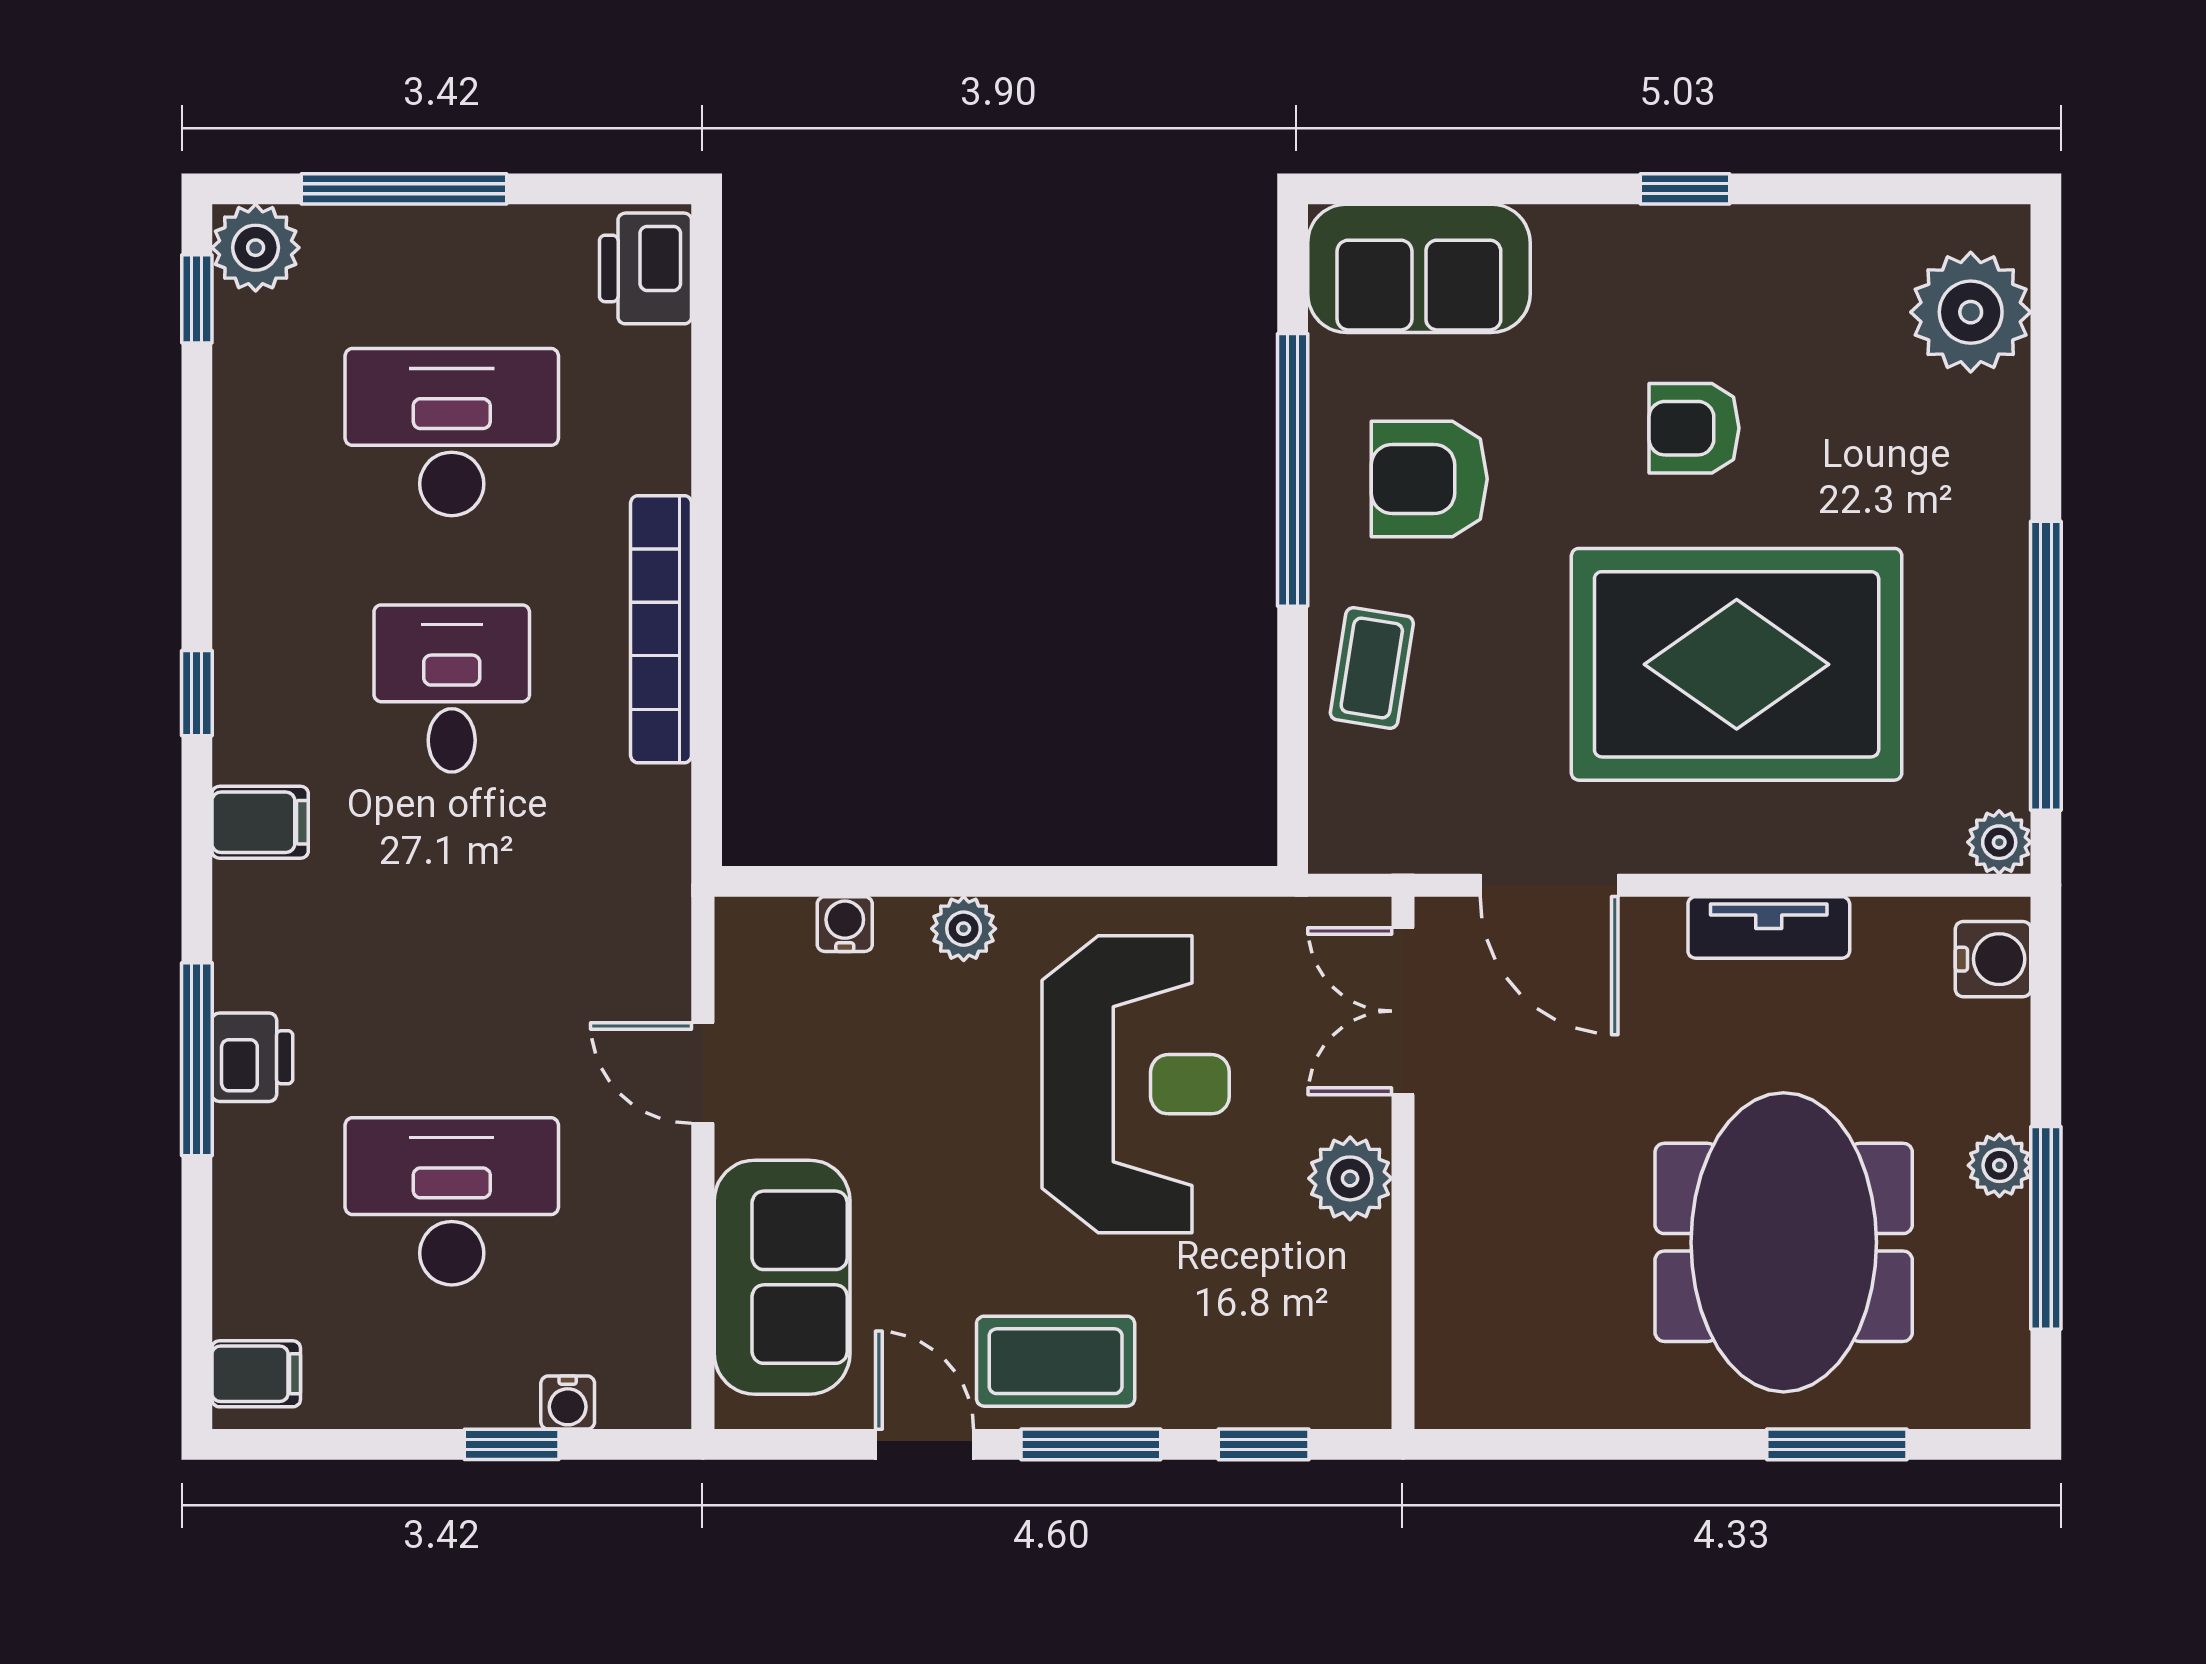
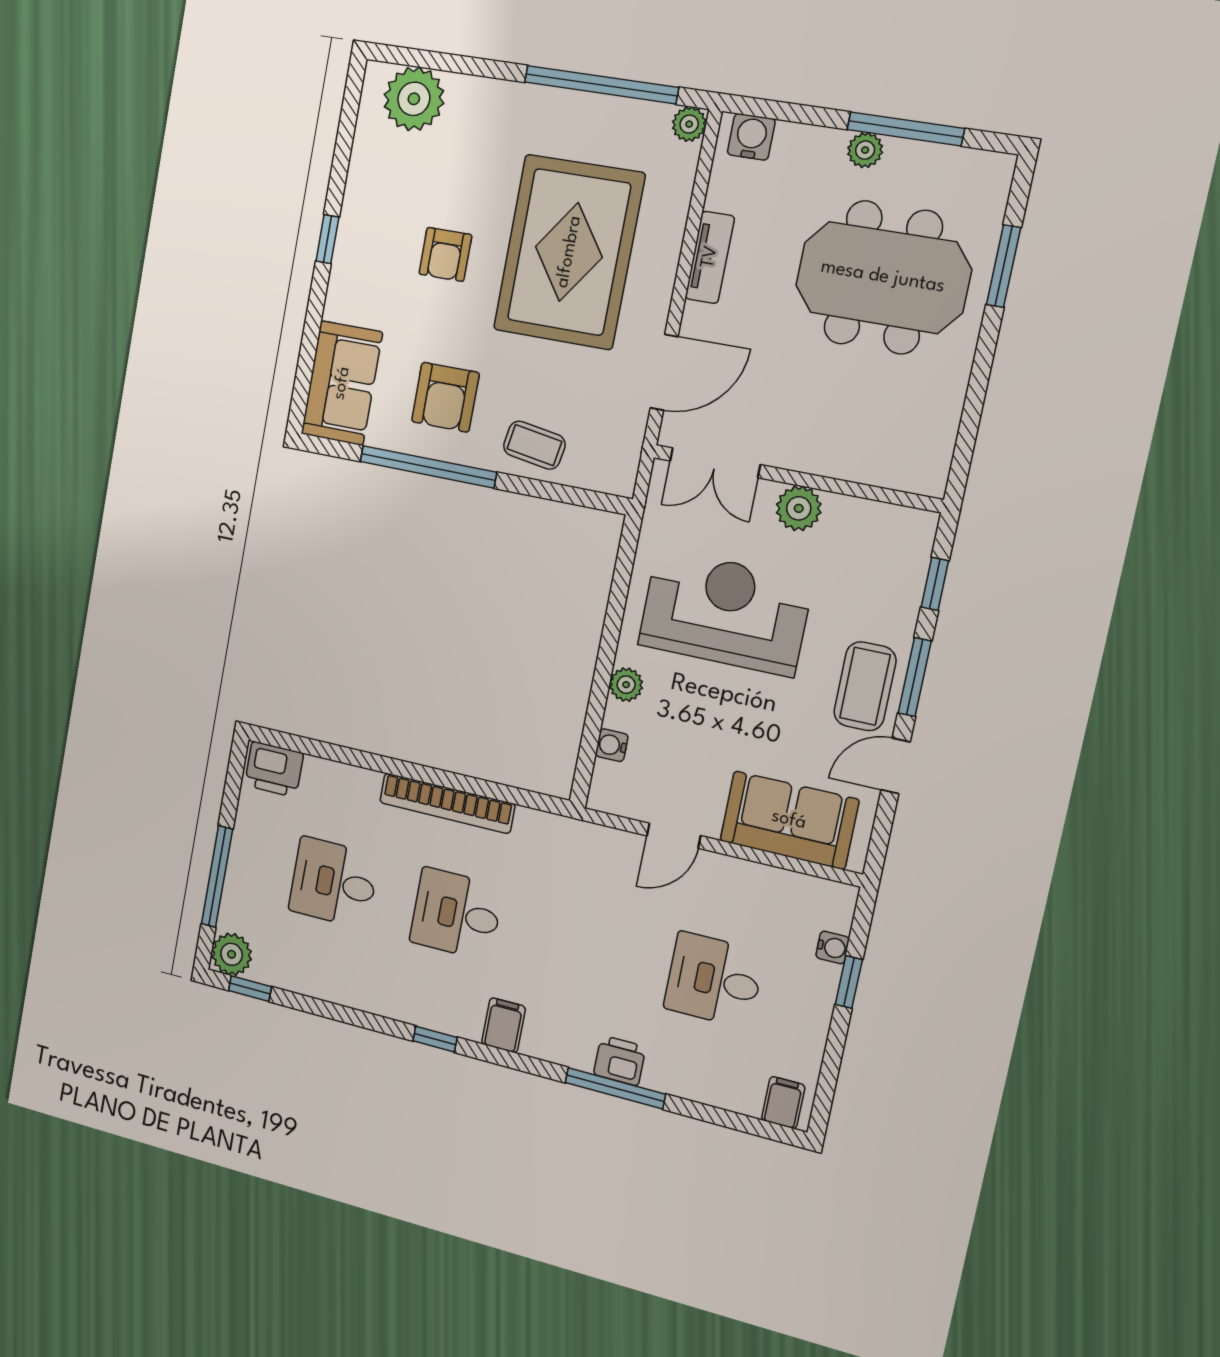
desk: (452, 432) -> (334, 883), width x0.73
desk: (452, 1201) -> (714, 980), width x0.73

